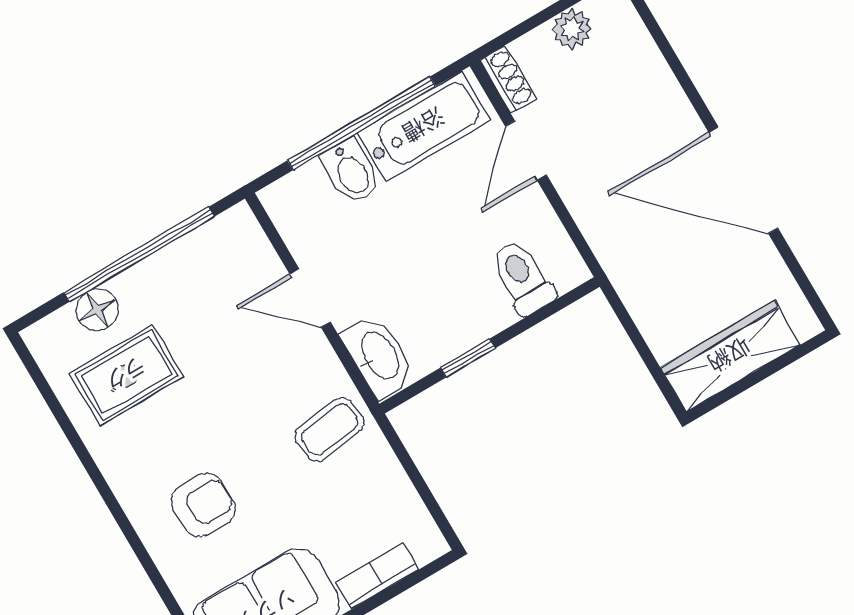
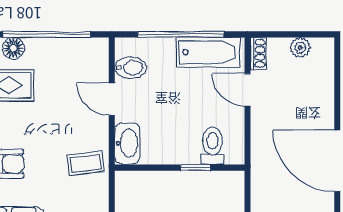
door: (526, 150) -> (247, 90), hinge flipped
bidet: (351, 171) -> (131, 68), moved, turned -90
window: (468, 358) -> (196, 168), moved

